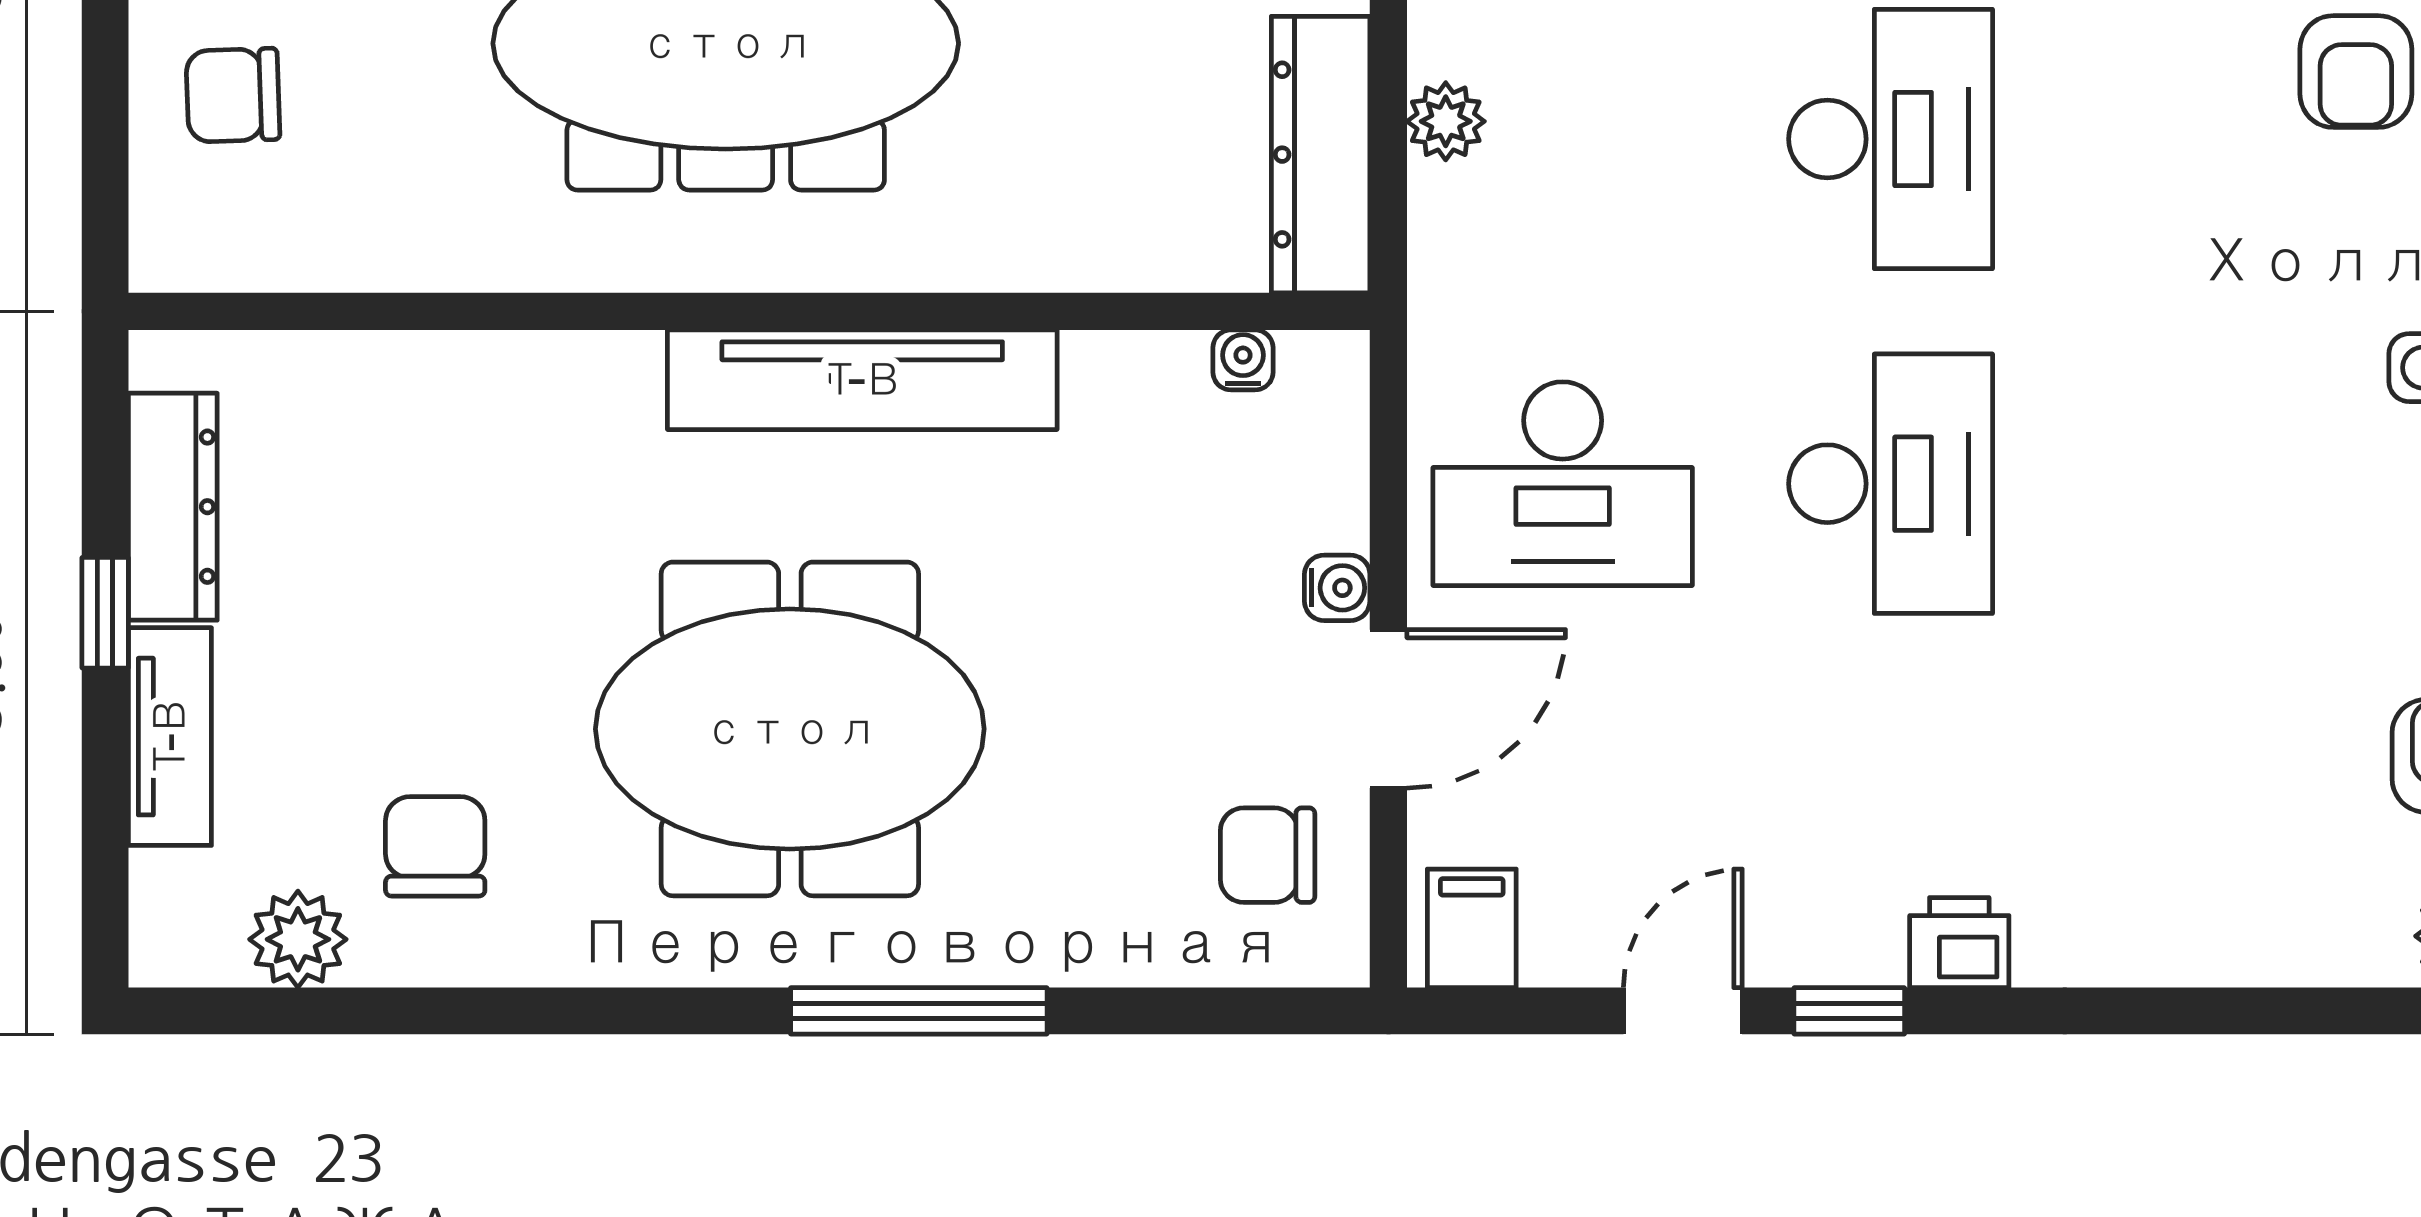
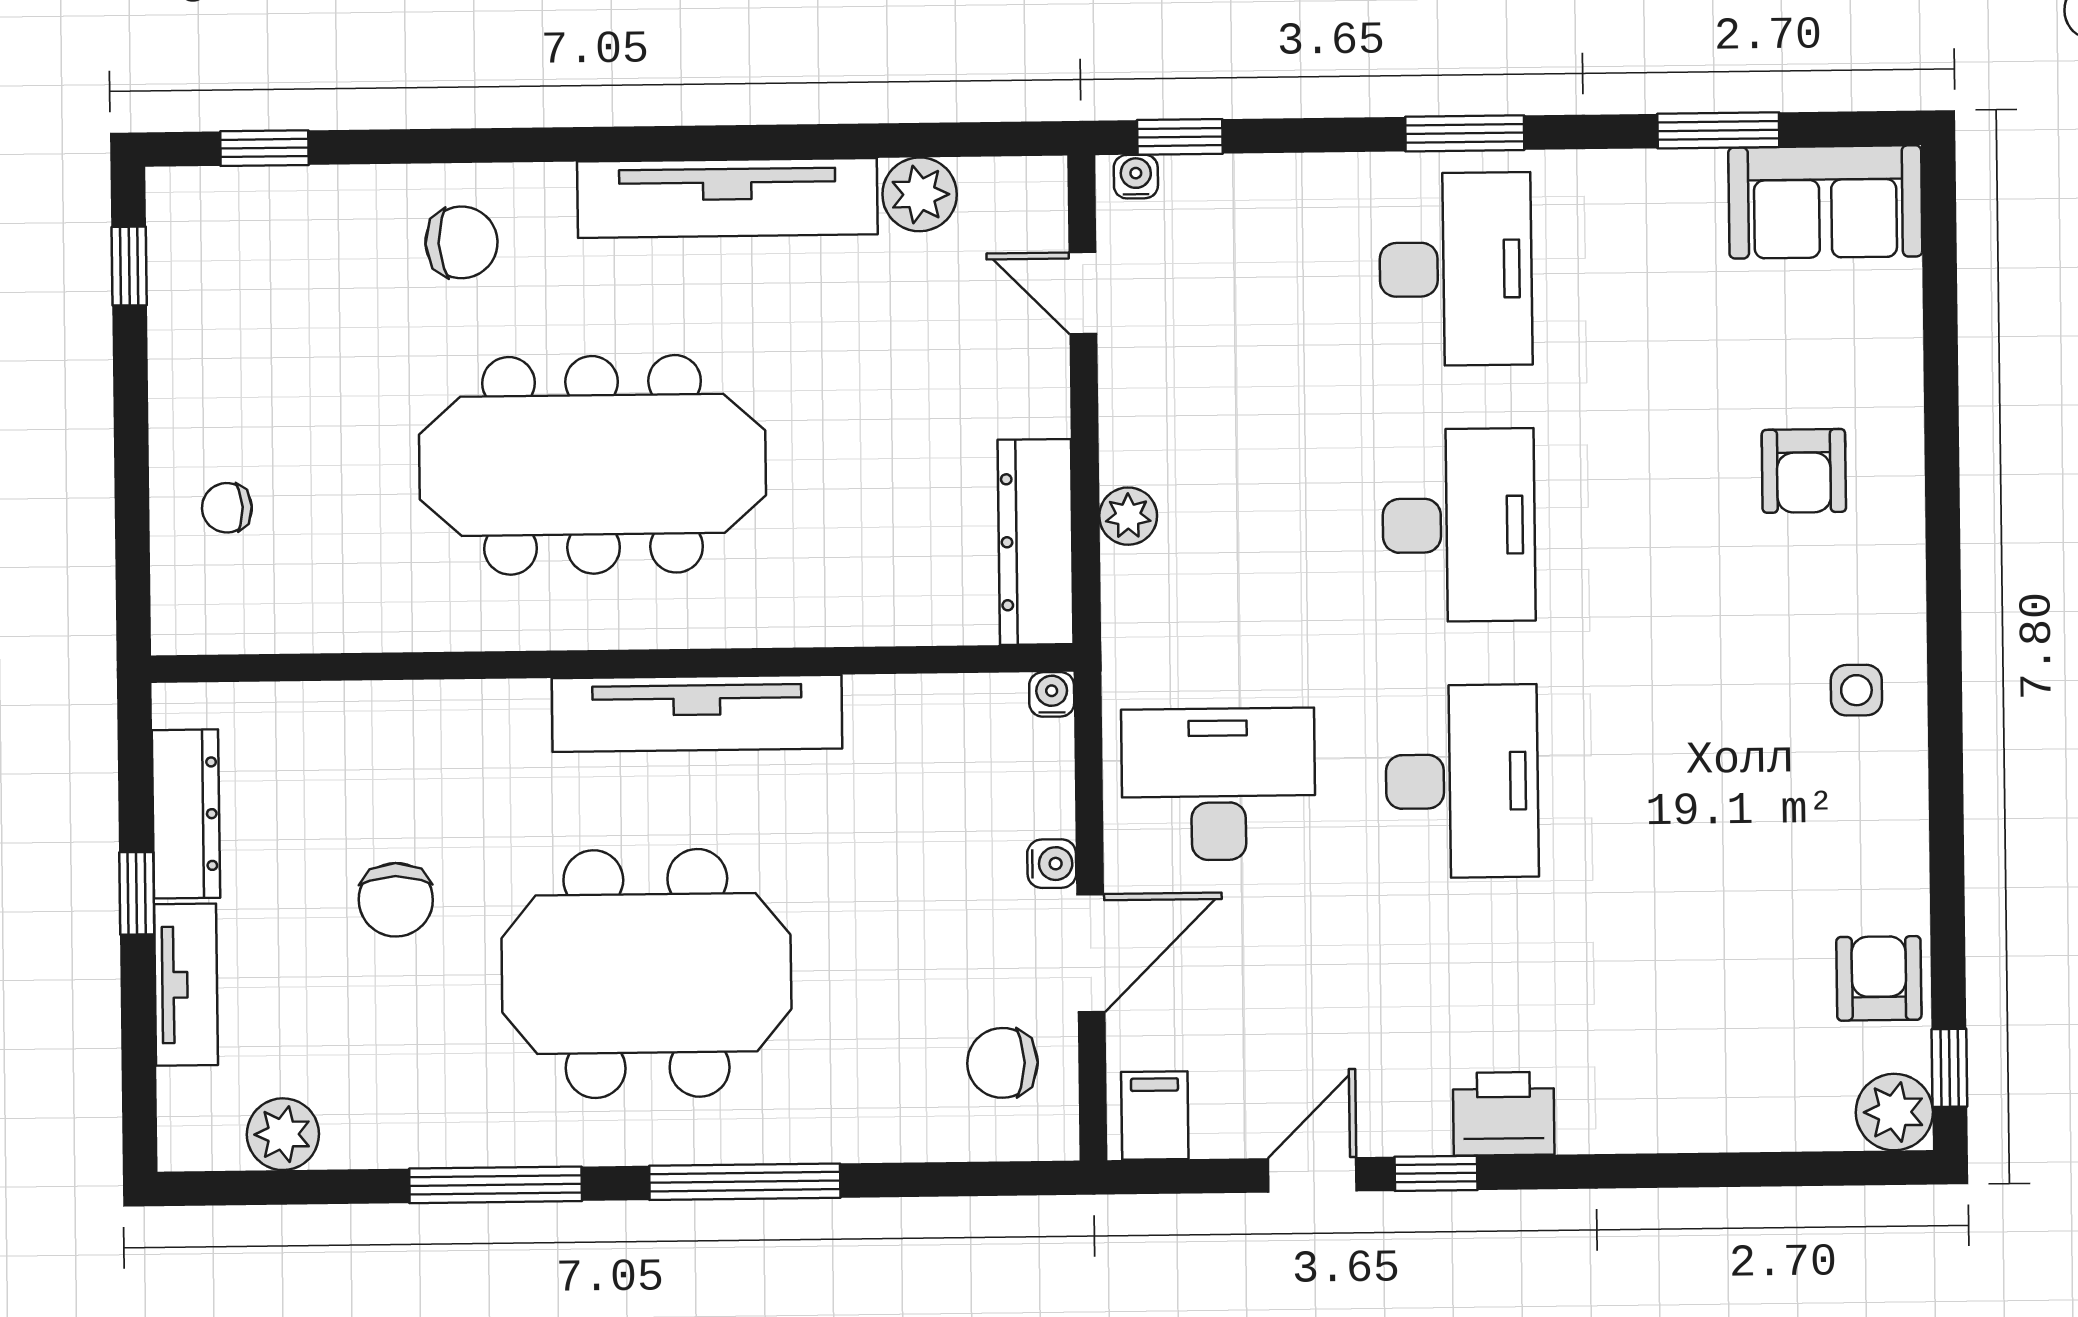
chair: (233, 95) -> (227, 508), width x0.73, depth x0.73
water cooler: (1243, 360) -> (1052, 694), moved
desk: (1563, 484) -> (1218, 784), turned 180
chair: (435, 846) -> (396, 900), moved, turned 180
printer: (1959, 943) -> (1504, 1114), width x1.36, depth x1.24
window: (583, 1011) -> (496, 1185), added

